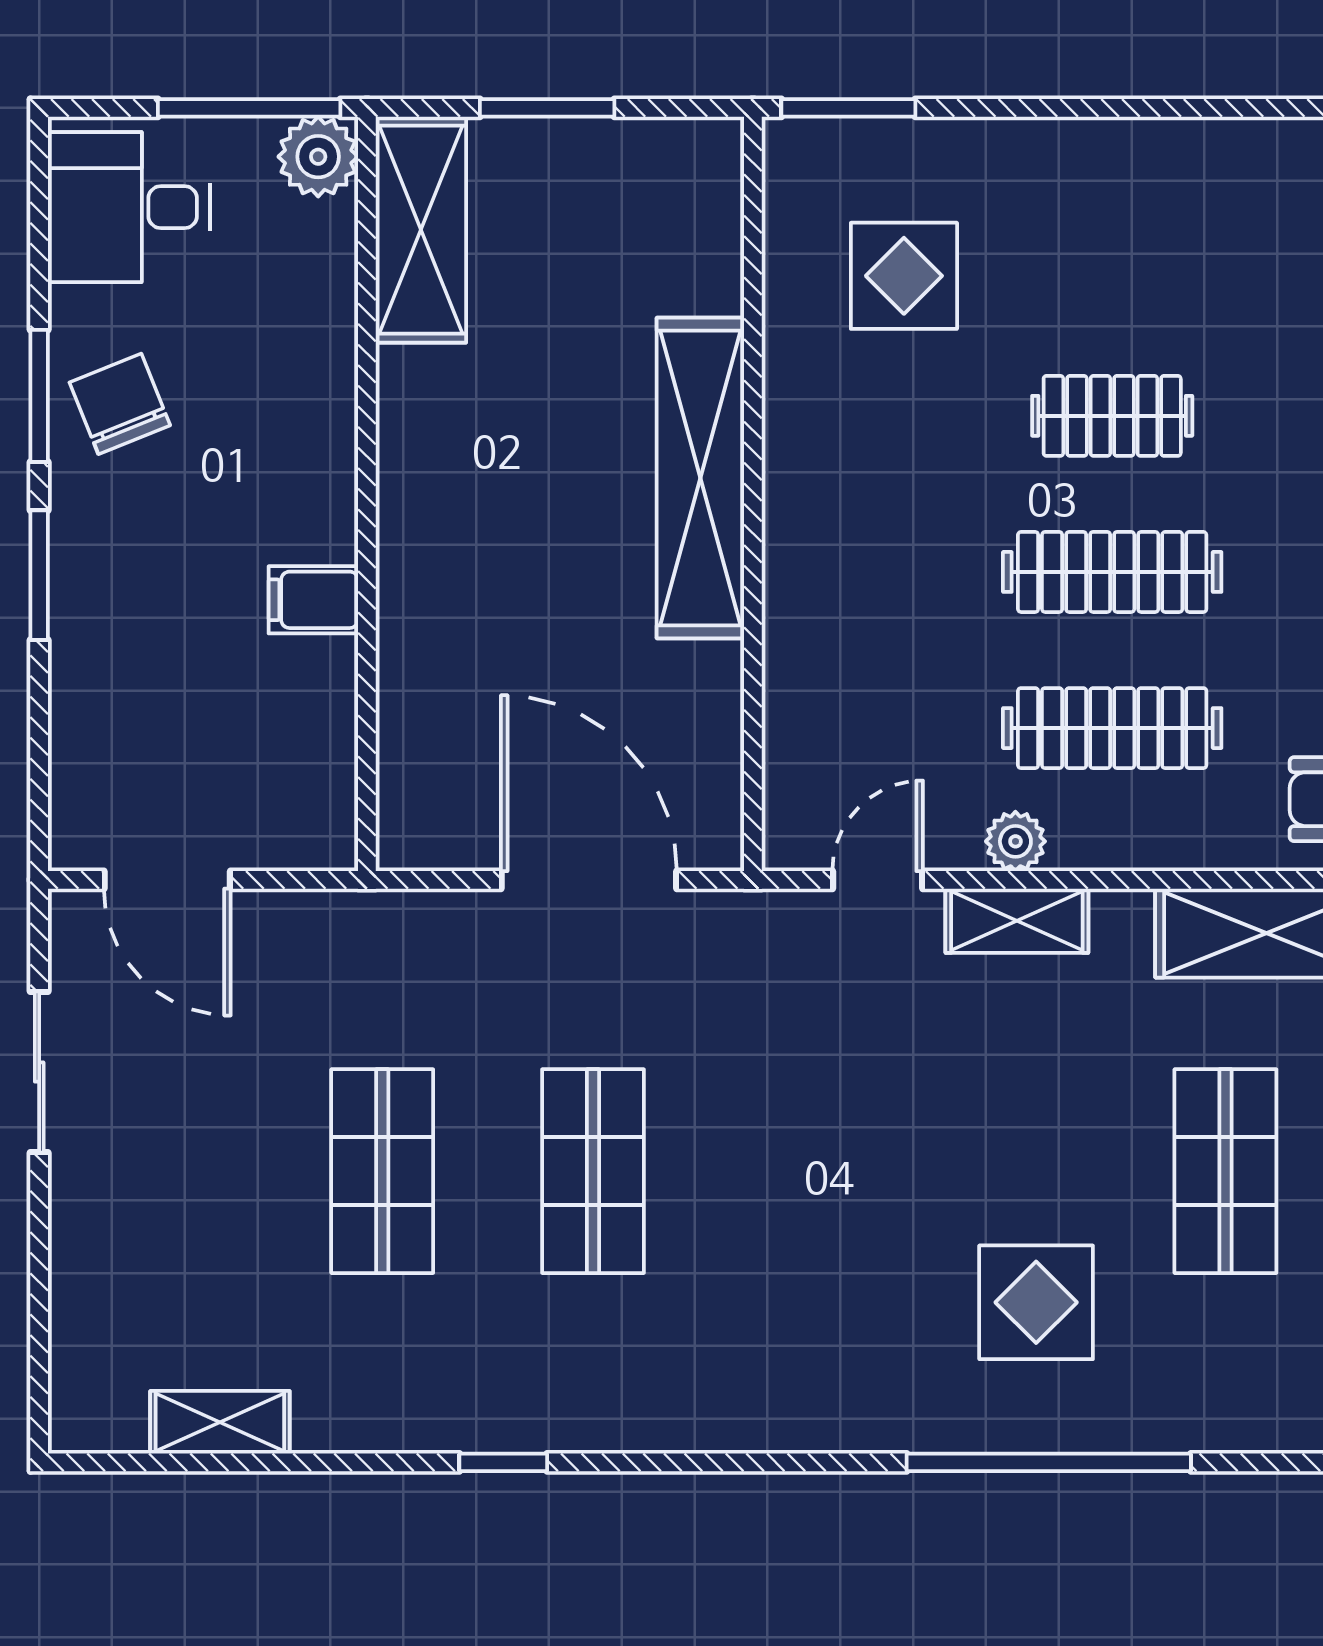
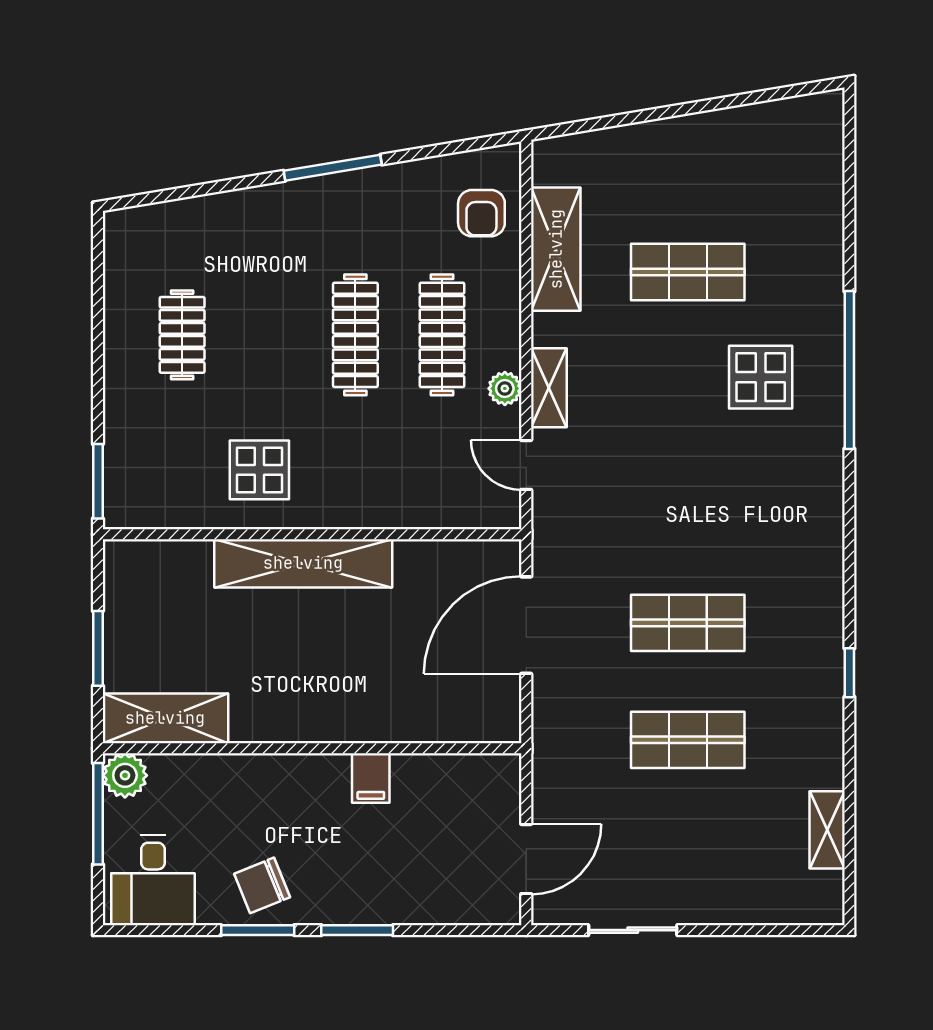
display table: (904, 276) -> (259, 470), moved
clothes rail: (1112, 416) -> (182, 335), moved

